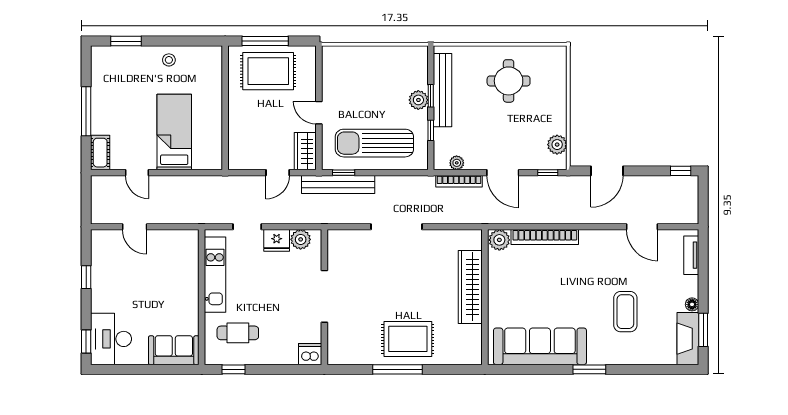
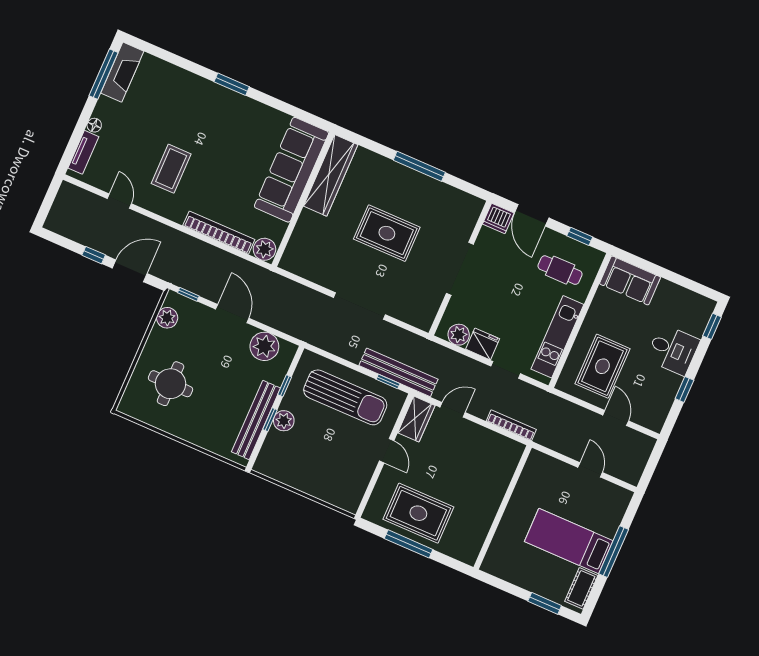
stool: (169, 60) -> (511, 567), removed
round table: (509, 81) -> (171, 384), moved
wall: (225, 108) -> (503, 507), moved
bed: (174, 132) -> (569, 541), moved, turned 90
cot: (100, 153) -> (581, 588), moved
plant: (457, 163) -> (264, 346), width x1.87, depth x1.87
window: (681, 171) -> (94, 255), moved
bookcase: (459, 181) -> (511, 425), moved
door: (642, 227) -> (119, 201), width x0.73
rug: (165, 266) -> (602, 366), added
wardrobe: (470, 287) -> (331, 175), moved
floor lamp: (692, 304) -> (94, 125), moved
coffee table: (625, 312) -> (171, 169), moved
window: (703, 330) -> (104, 74), width x1.44
desk: (111, 339) -> (673, 350), moved, width x0.73
rug: (408, 339) -> (387, 233), moved
sofa: (540, 346) -> (291, 170), moved, turned 90
door: (283, 369) -> (532, 215), added

